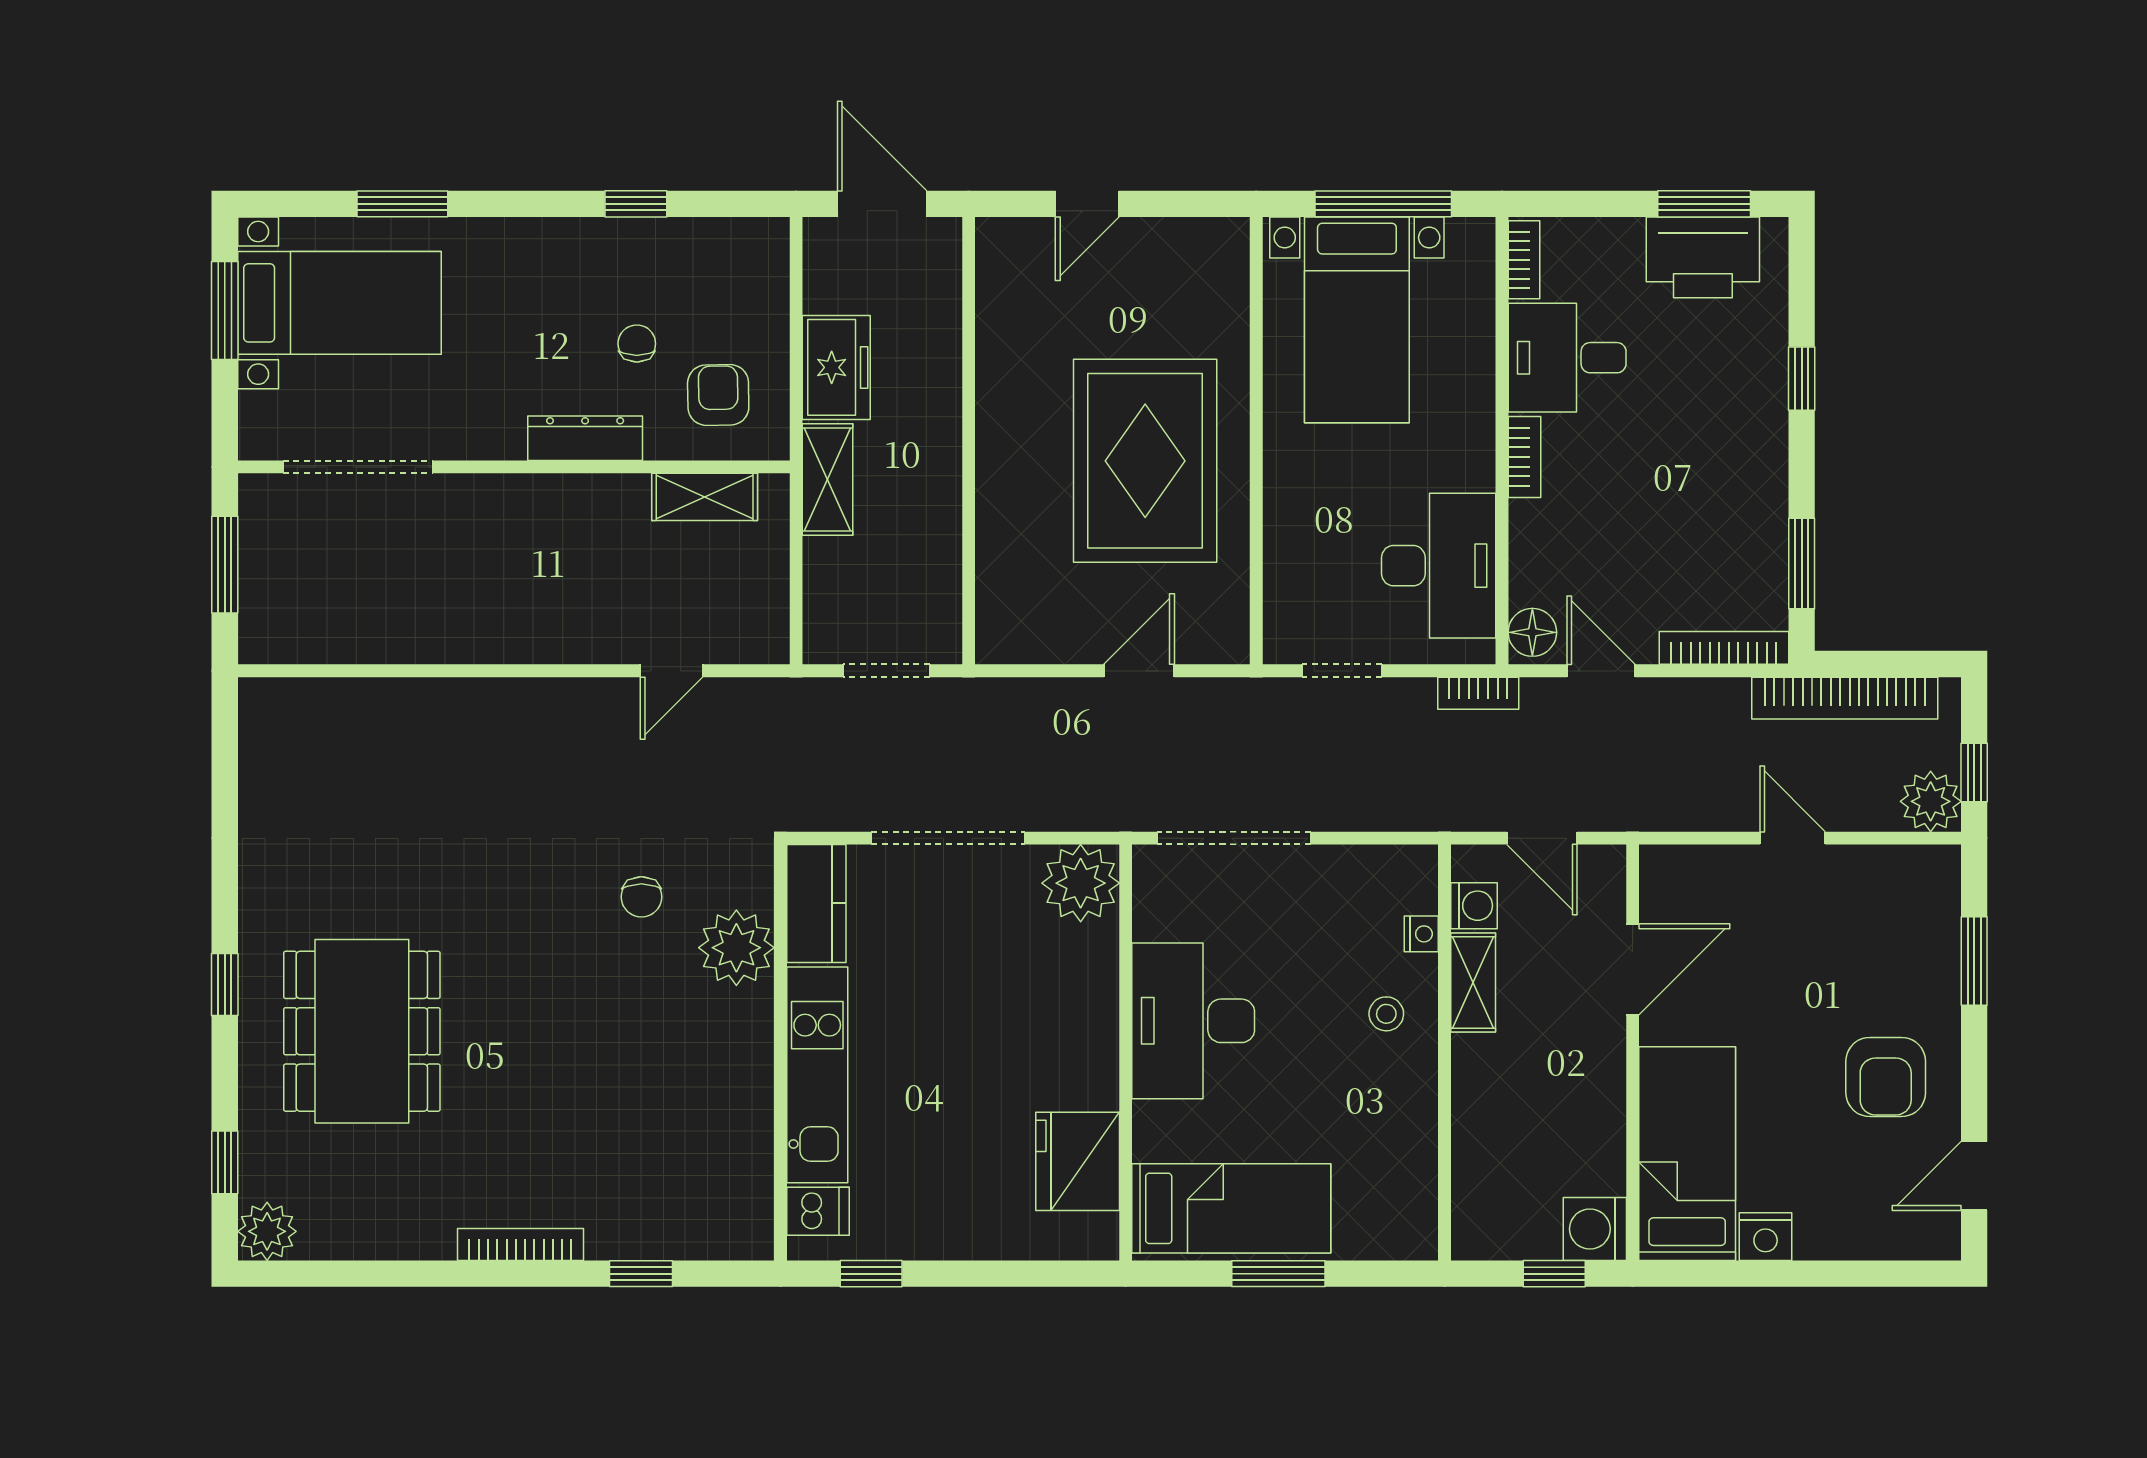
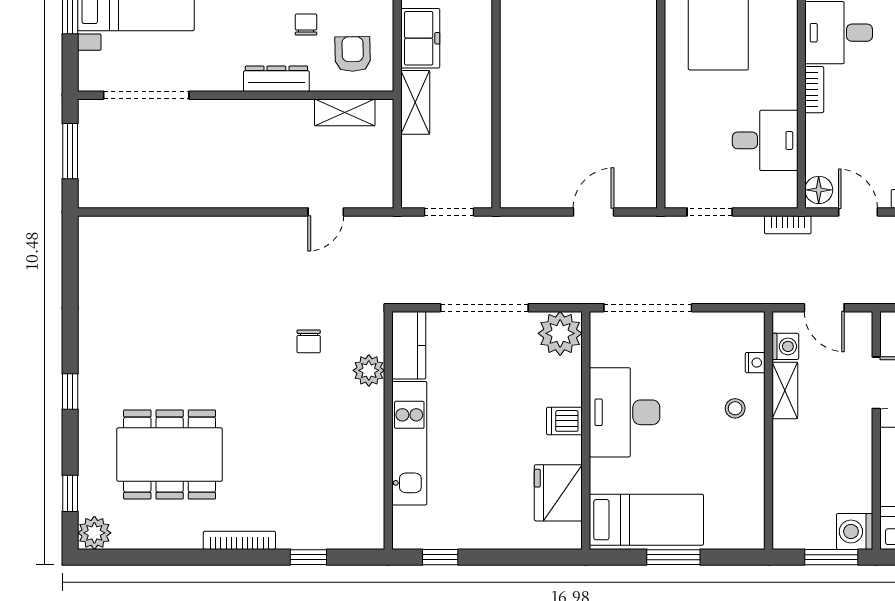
rug: (1145, 461) -> (597, 92), removed
desk: (1439, 566) -> (765, 140), width x0.73
plant: (736, 948) -> (369, 370), width x0.73, depth x0.73
dining table: (362, 1031) -> (170, 455), moved, turned 90
dishwasher: (818, 1211) -> (564, 421), moved, turned 180
window: (1554, 1274) -> (831, 557), width x1.50

